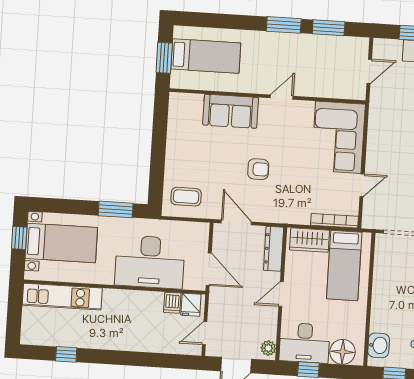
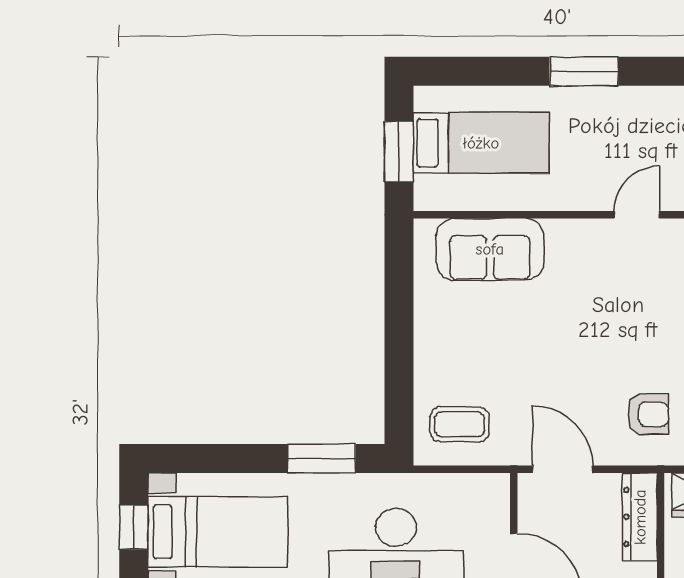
window: (284, 25) -> (584, 71), moved
sofa: (231, 111) -> (490, 249), moved
armchair: (258, 169) -> (648, 414), moved

